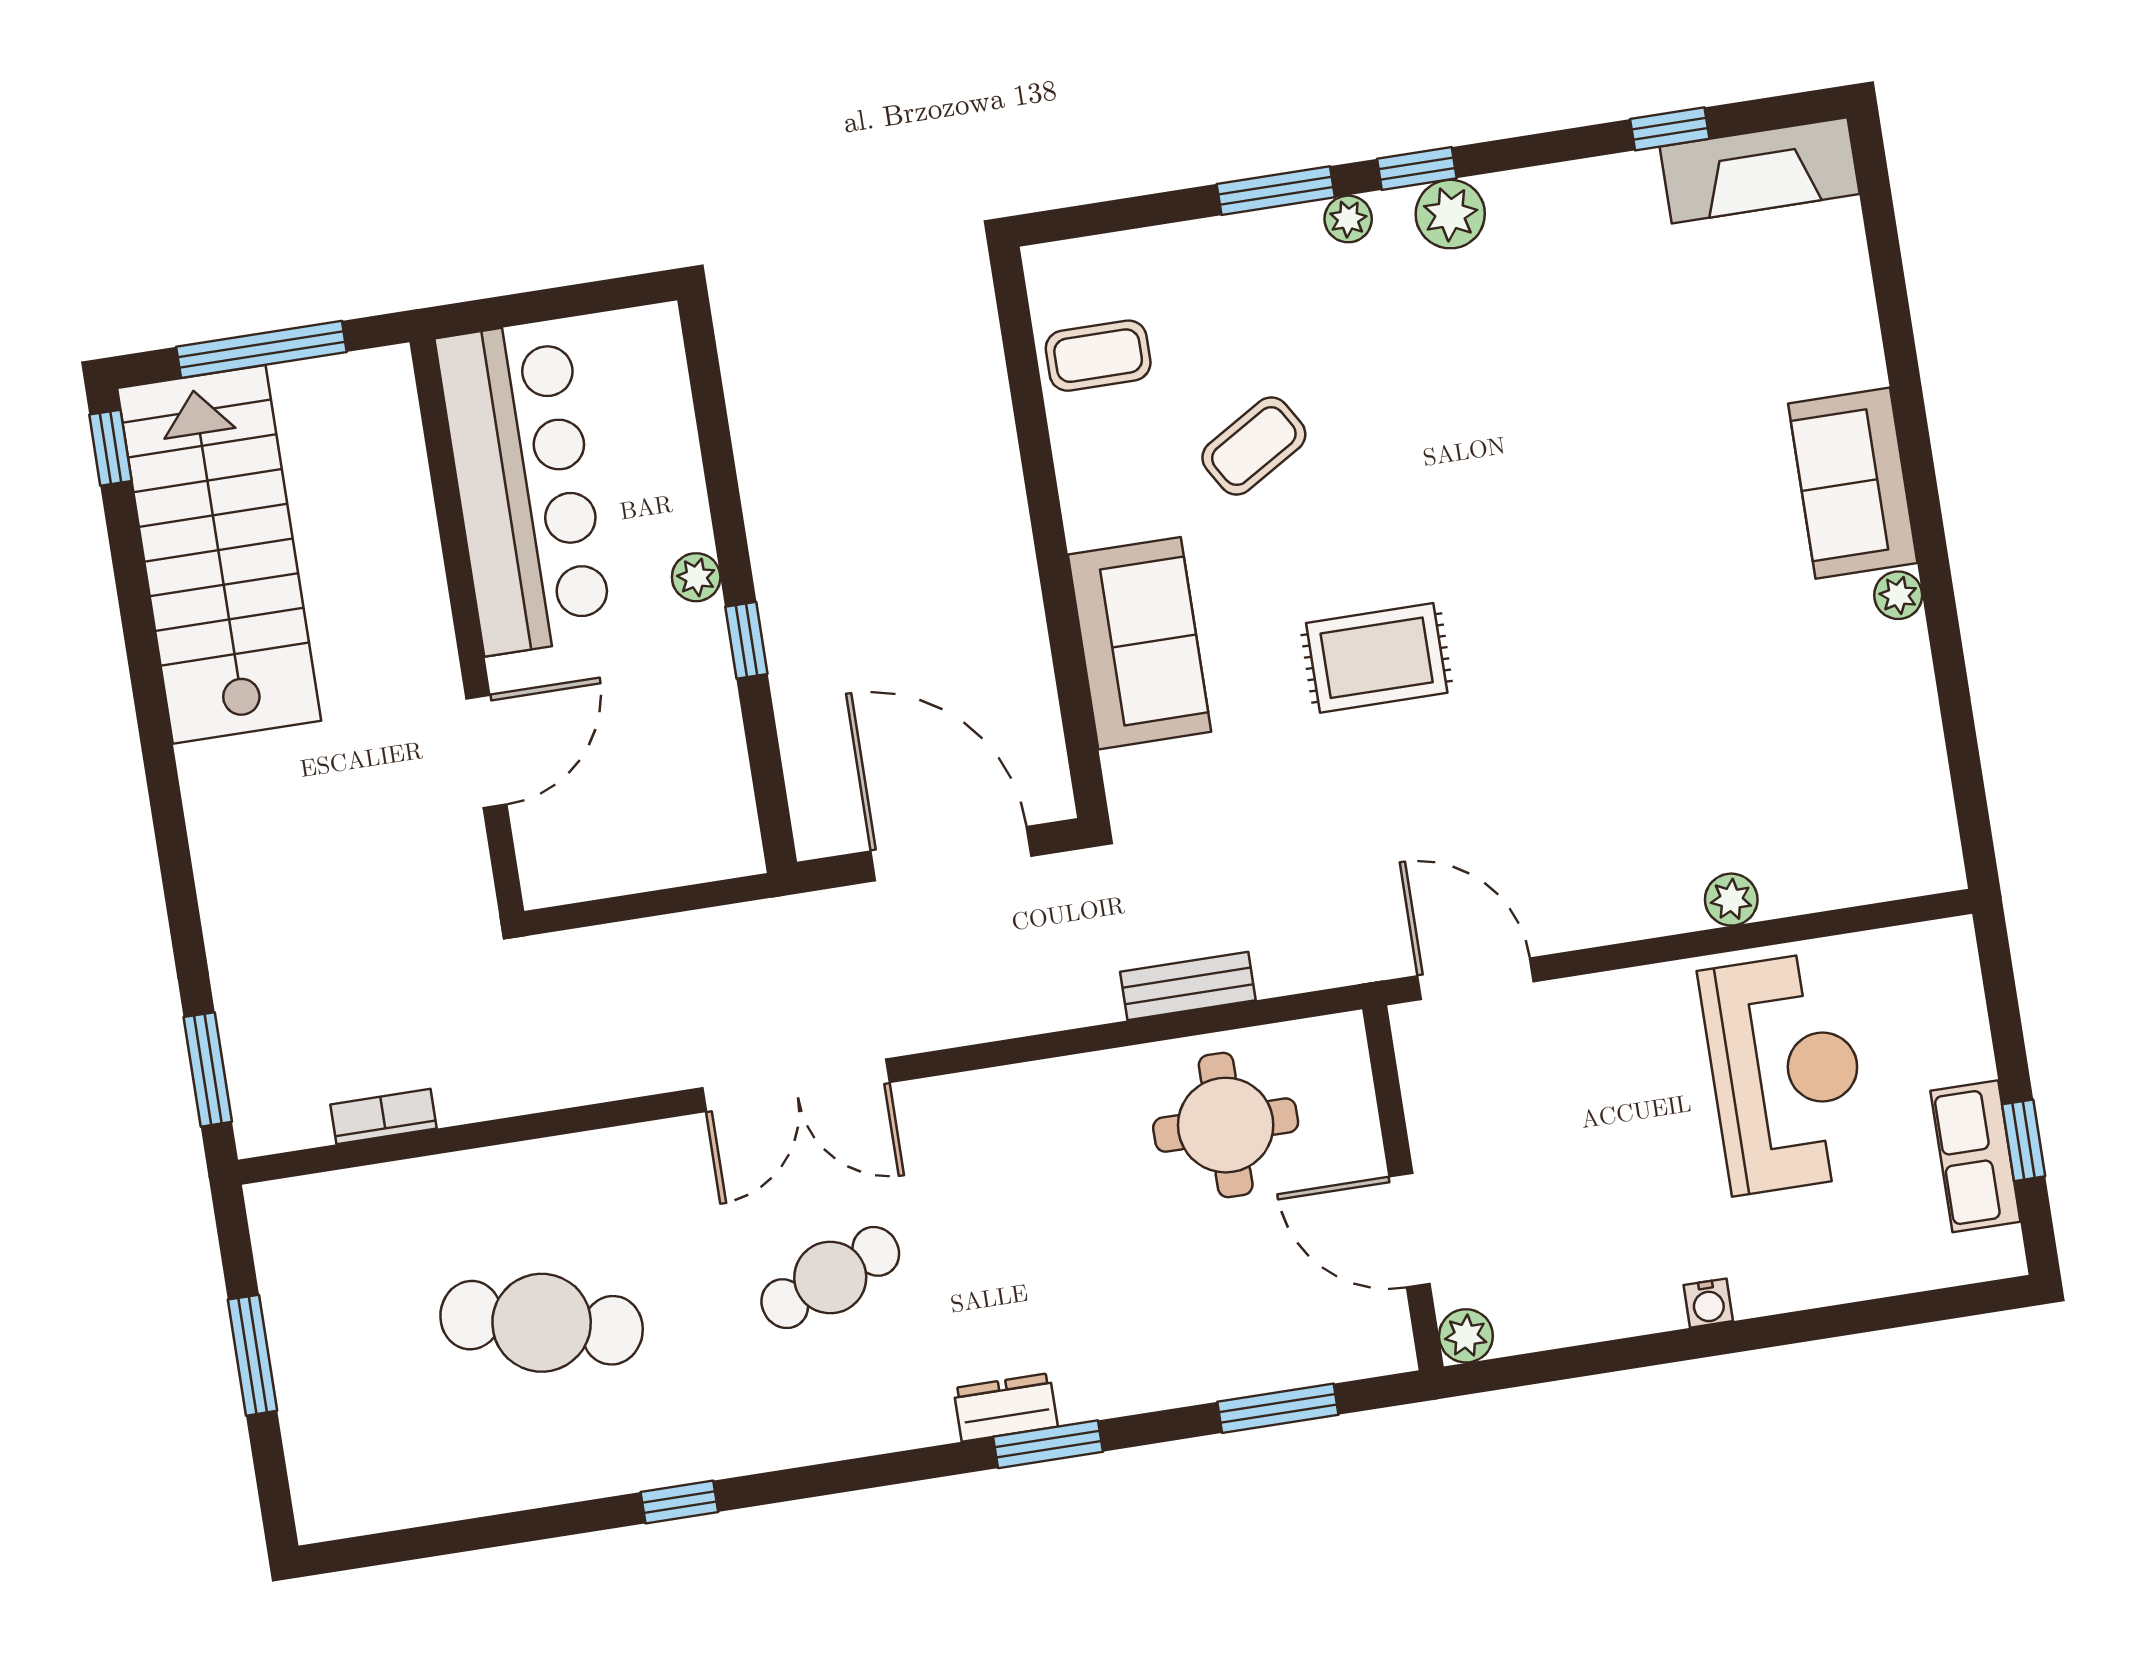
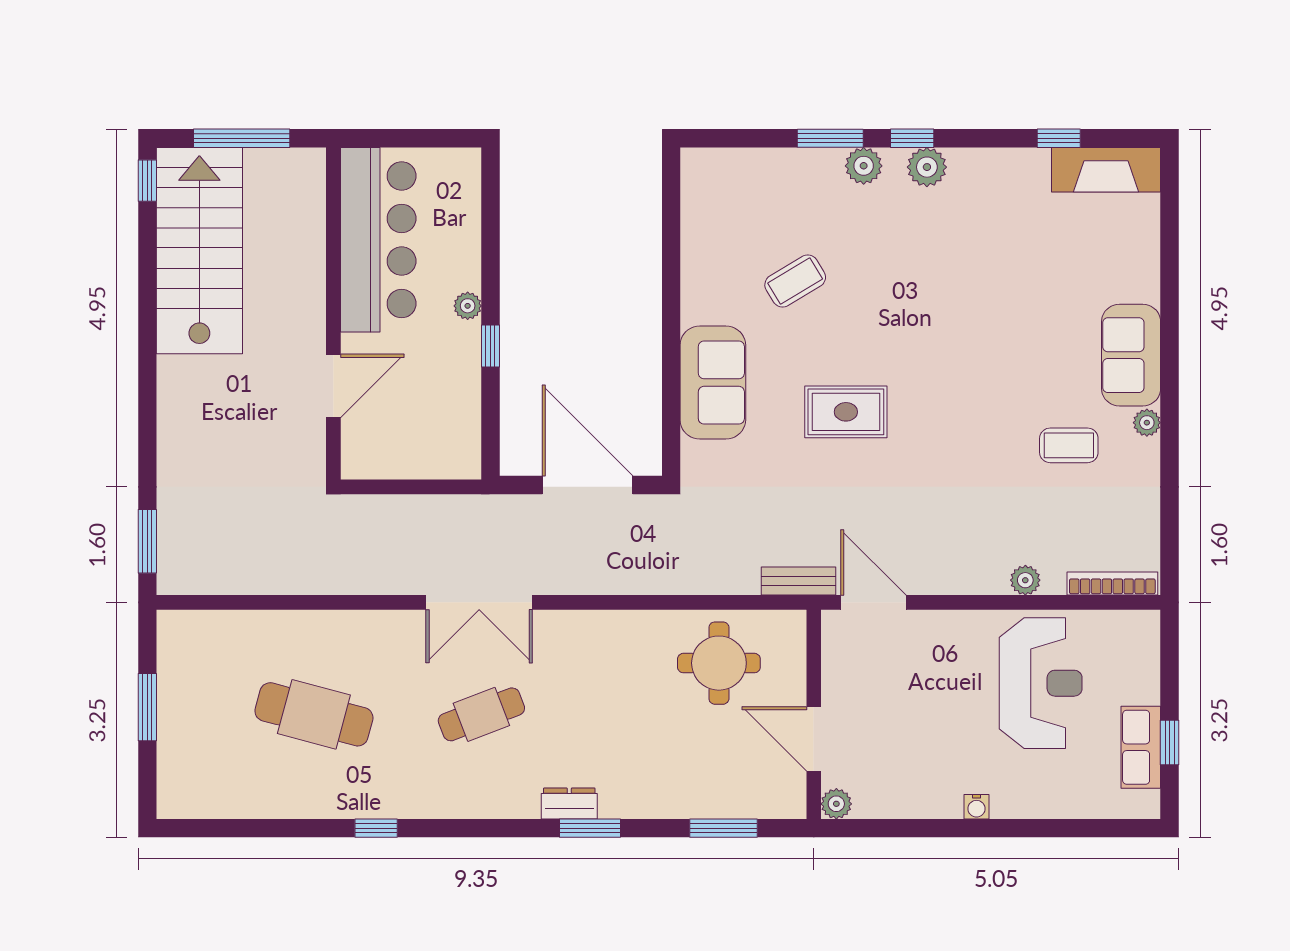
plant: (1348, 219) -> (864, 166), width x1.38, depth x1.38
coffee table: (1098, 356) -> (1069, 445), moved
bench: (1188, 986) -> (799, 581), moved
bookcase: (384, 1117) -> (1112, 584), moved, width x1.56

